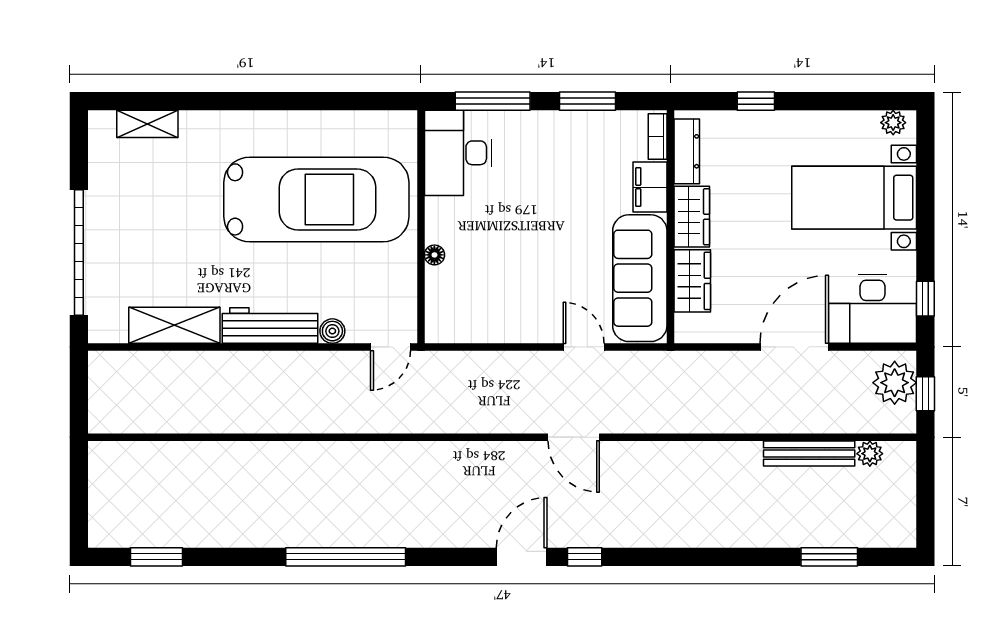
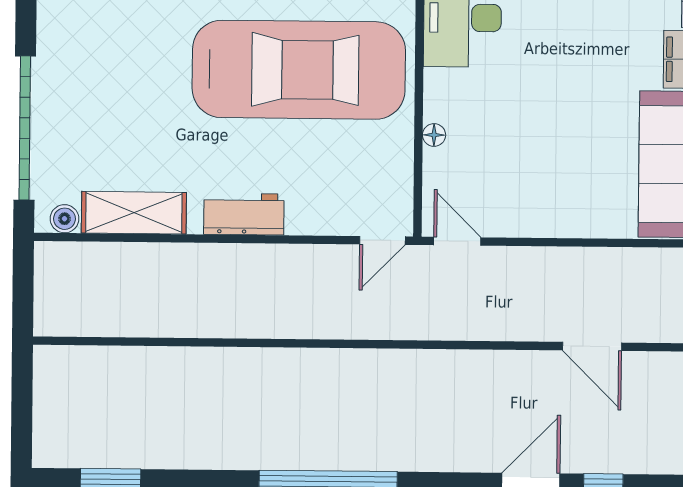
workbench: (270, 325) -> (244, 214), width x0.73
boiler: (332, 331) -> (65, 219), moved
door: (584, 347) -> (457, 241), moved

